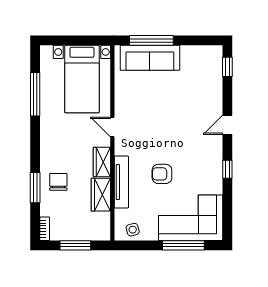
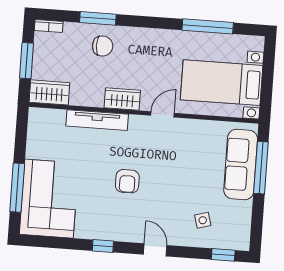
armchair: (162, 174) -> (127, 181), moved, turned 180
wardrobe: (101, 195) -> (49, 92), moved
side table: (133, 230) -> (203, 220), moved

